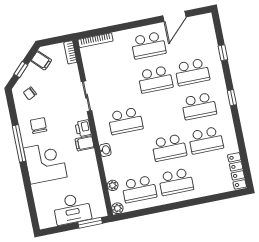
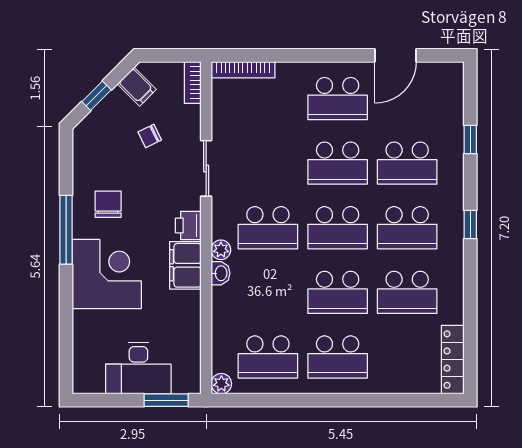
chair: (30, 93) -> (150, 136), moved
school desk: (162, 114) -> (338, 228), added
filing cabinet: (85, 143) -> (185, 265), width x2.00
plant: (113, 185) -> (221, 250), moved

